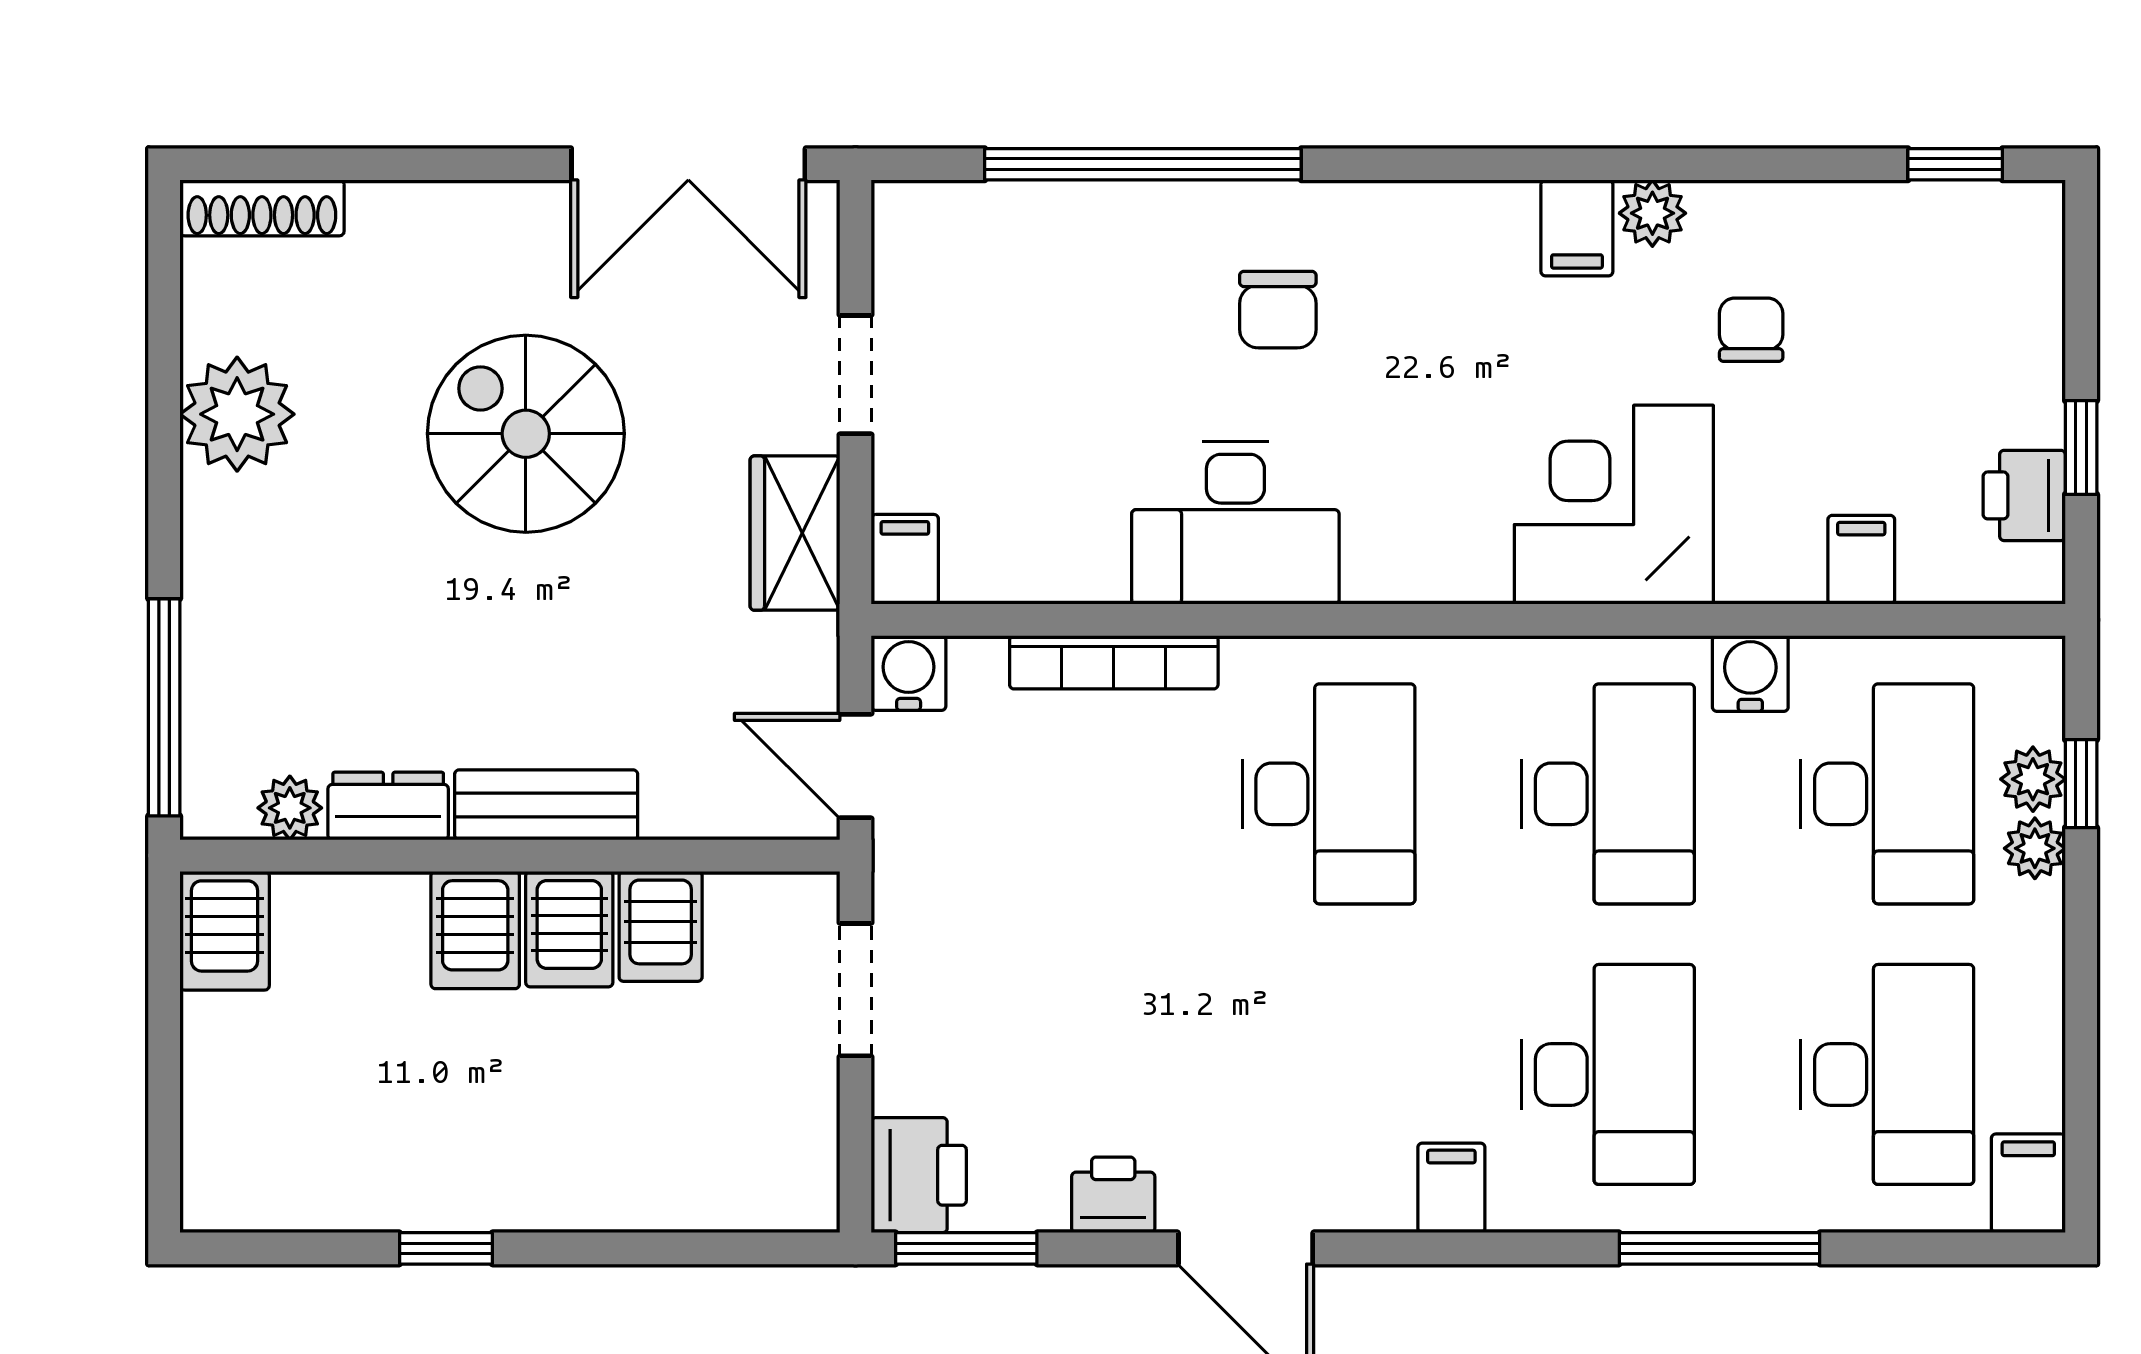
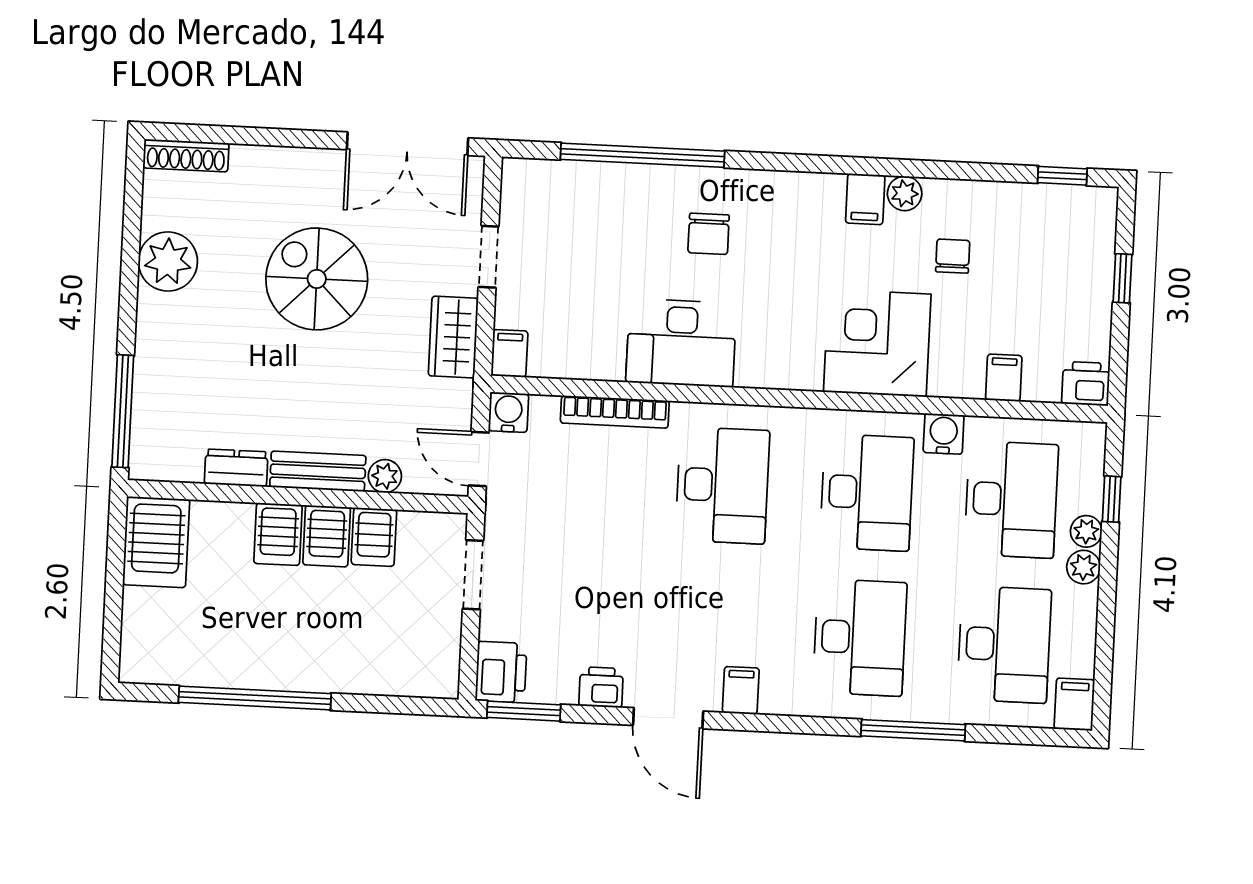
window: (2081, 448) -> (1123, 278), moved
printer: (2024, 495) -> (1086, 384), moved, turned 90
plant: (2033, 779) -> (1083, 567), moved
plant: (290, 808) -> (385, 476), moved
server rack: (225, 931) -> (156, 542), width x1.36, depth x1.44
filing cabinet: (1451, 1188) -> (741, 690), moved
window: (446, 1248) -> (255, 698), width x3.17

